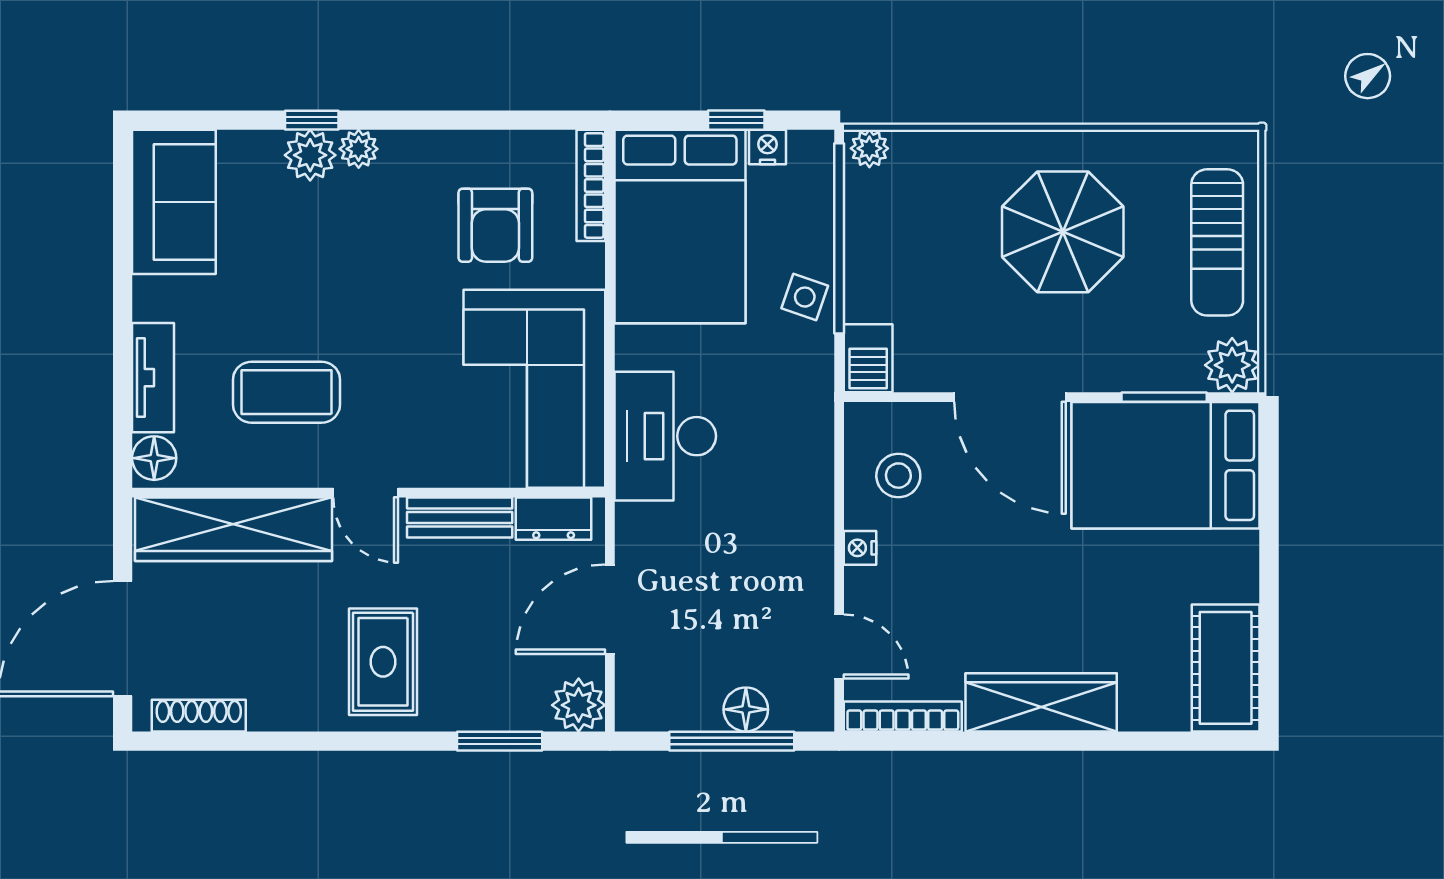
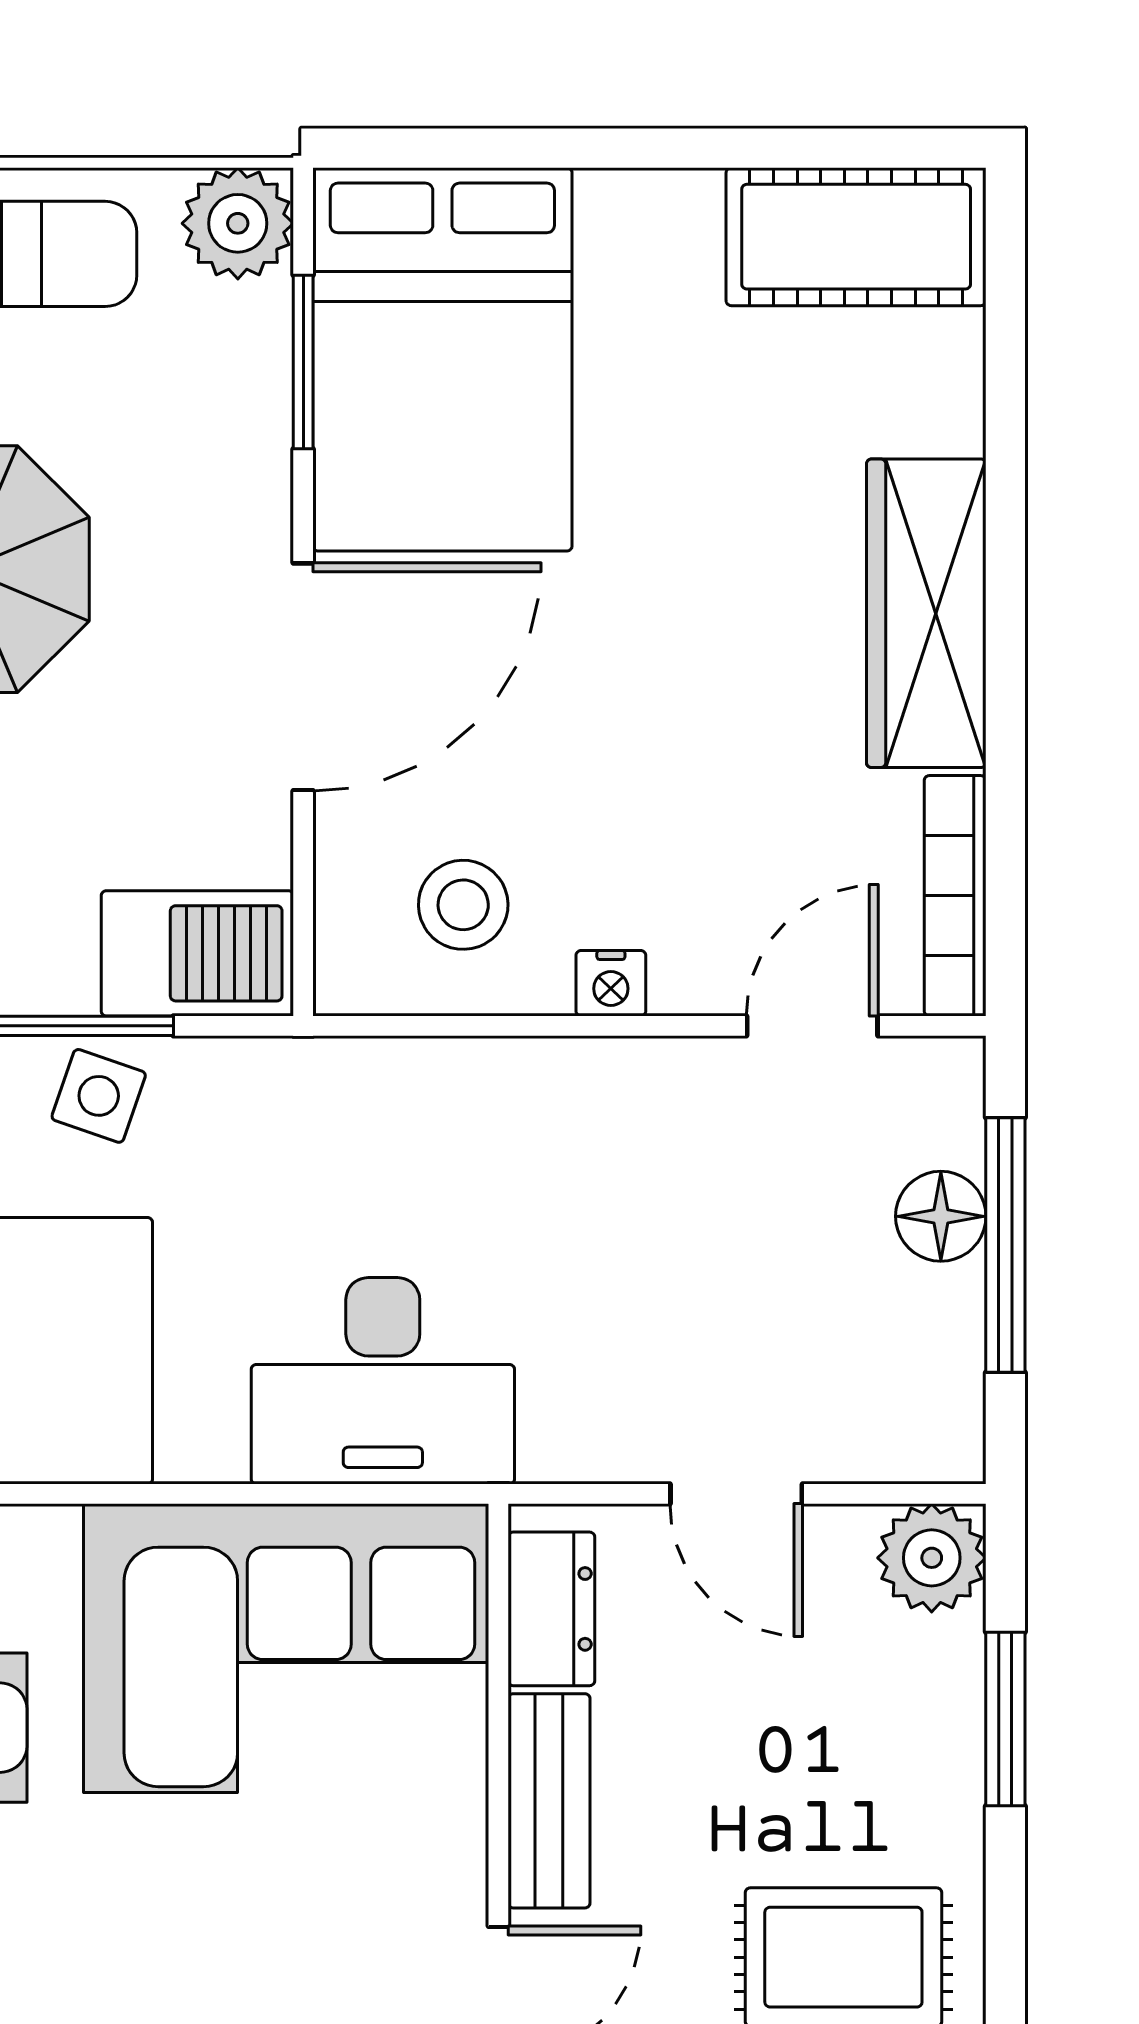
barbecue: (868, 358) -> (197, 953), width x1.38, depth x1.27
door: (610, 609) -> (736, 1494), width x0.73

